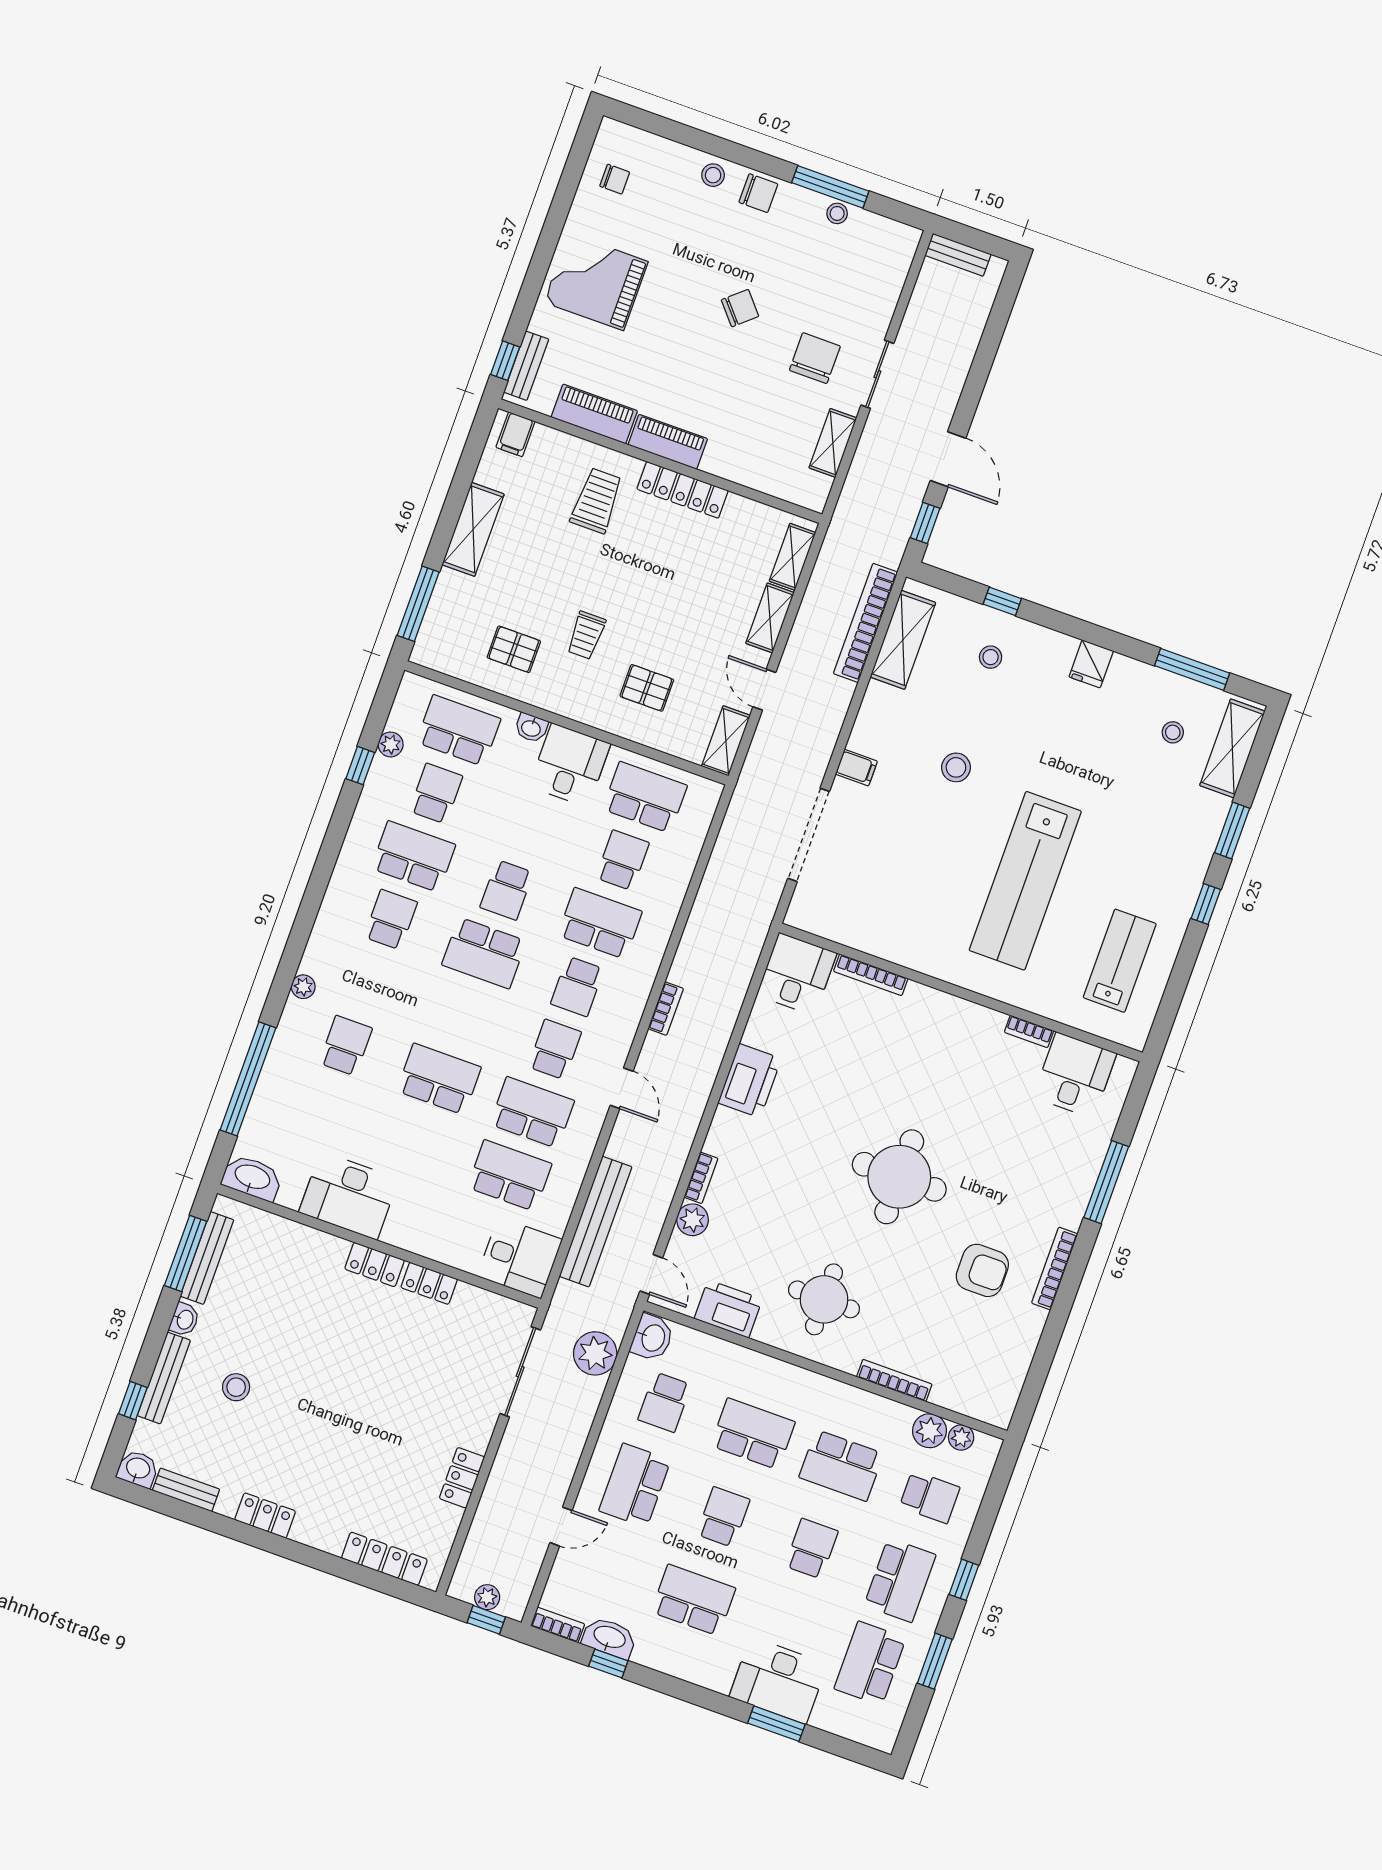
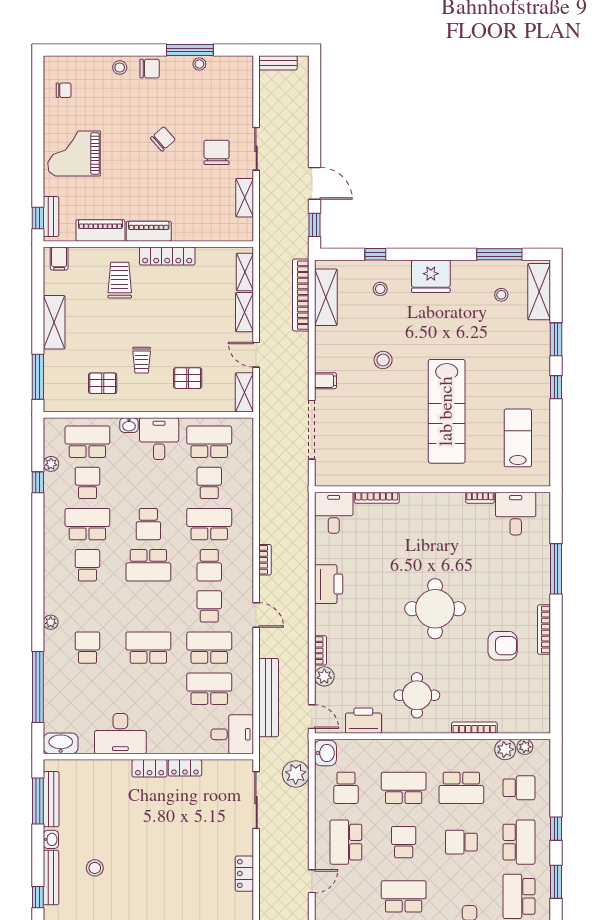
fridge: (1091, 664) -> (431, 276), width x1.88, depth x1.34
school desk: (812, 1549) -> (461, 842), turned -90

